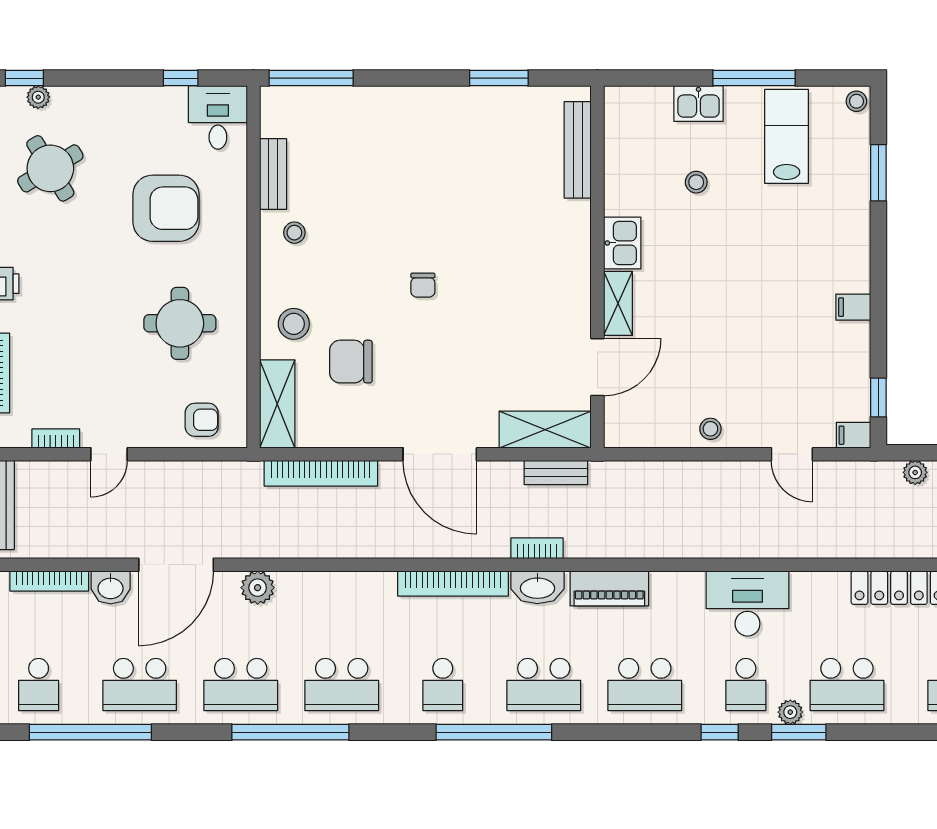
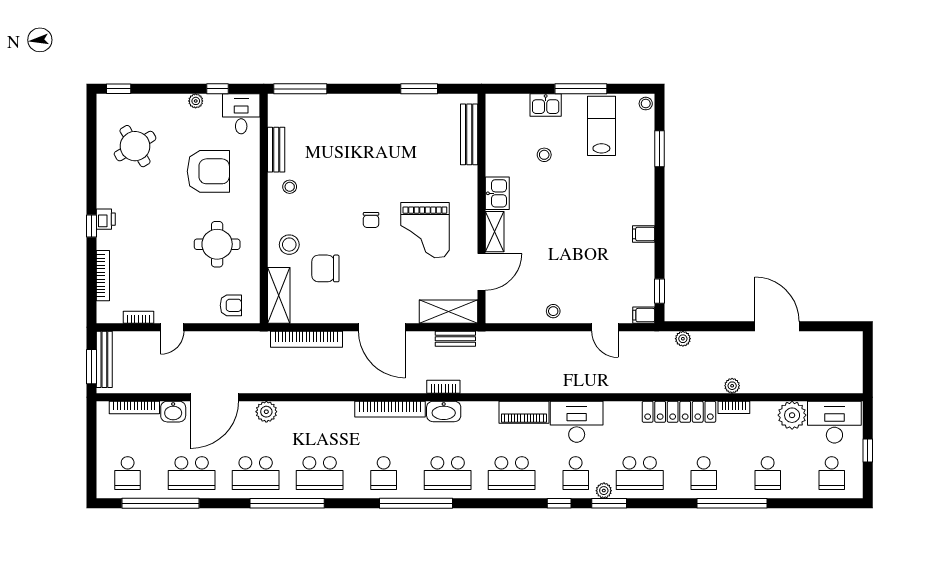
plant: (38, 97) -> (196, 101), moved
grand piano: (508, 301) -> (425, 230), added
piano: (609, 588) -> (524, 412), moved

